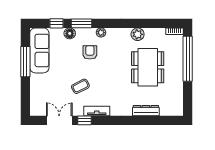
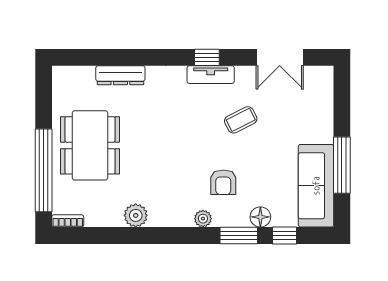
dining table: (148, 67) -> (90, 145), moved
window: (84, 120) -> (207, 57), moved

